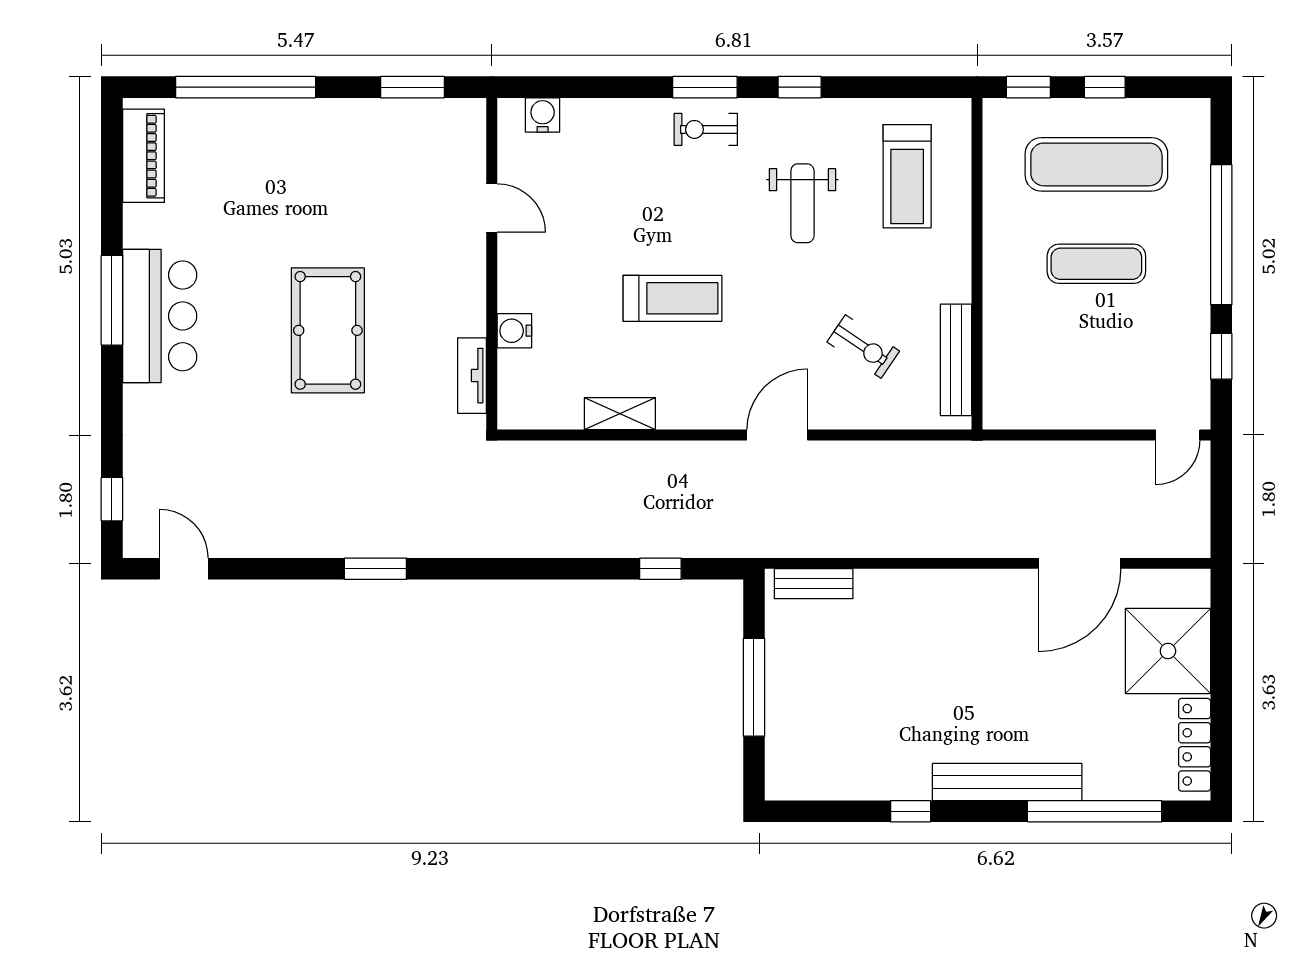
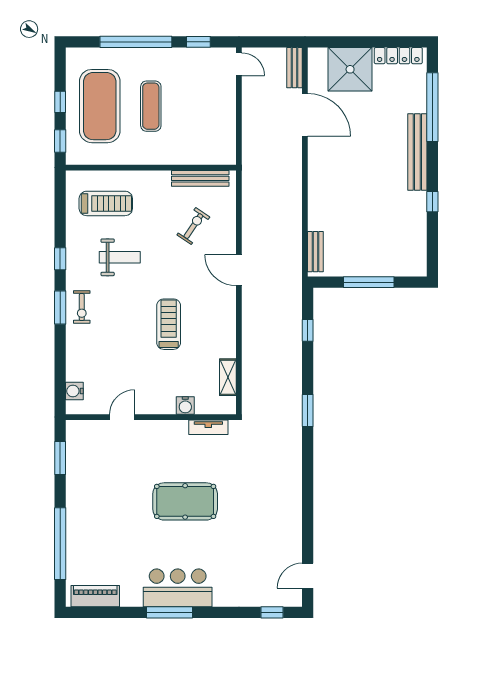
exercise mat: (1096, 164) -> (100, 106), width x1.47
shelving: (620, 414) -> (228, 377), moved
bench: (1171, 543) -> (294, 68), added
window: (375, 569) -> (308, 410), moved

